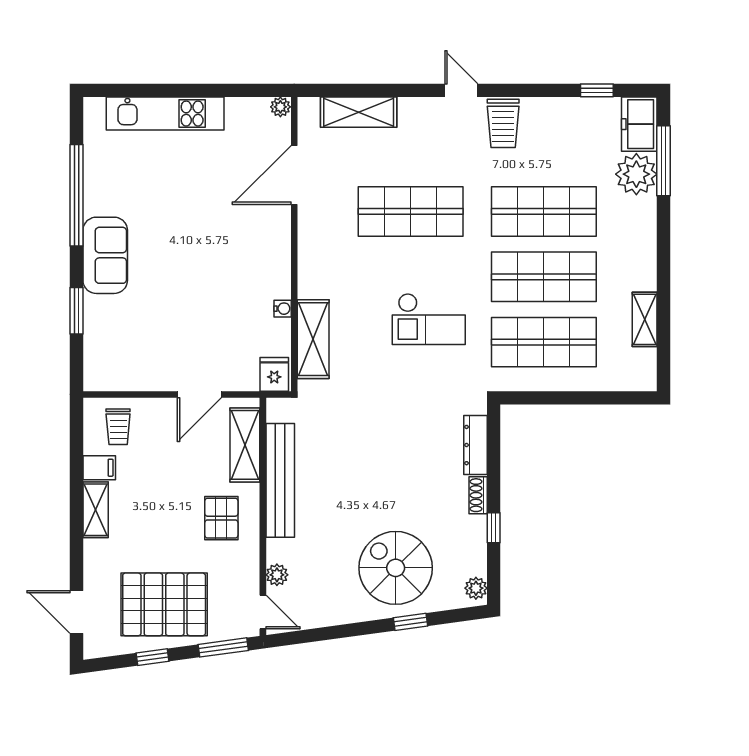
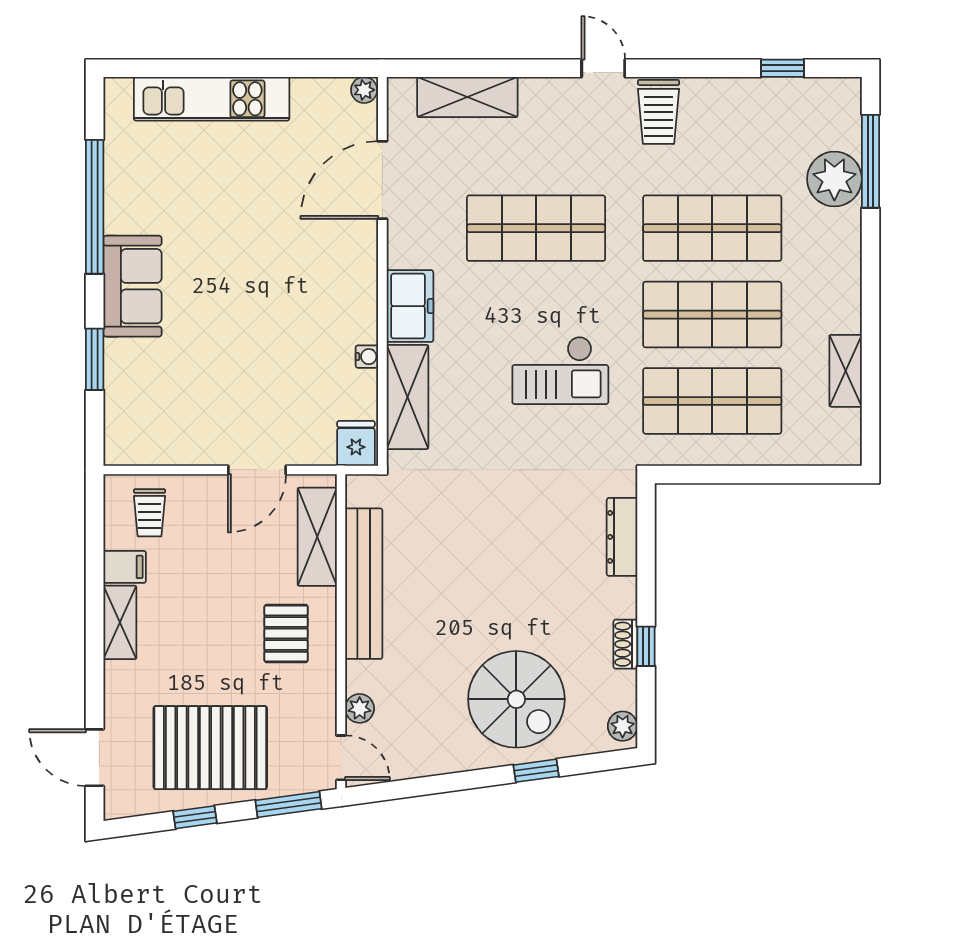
freezer: (639, 124) -> (410, 306), moved, turned 180
shoe rack: (478, 495) -> (625, 644), moved
spiral stairs: (396, 568) -> (516, 699), turned 180

